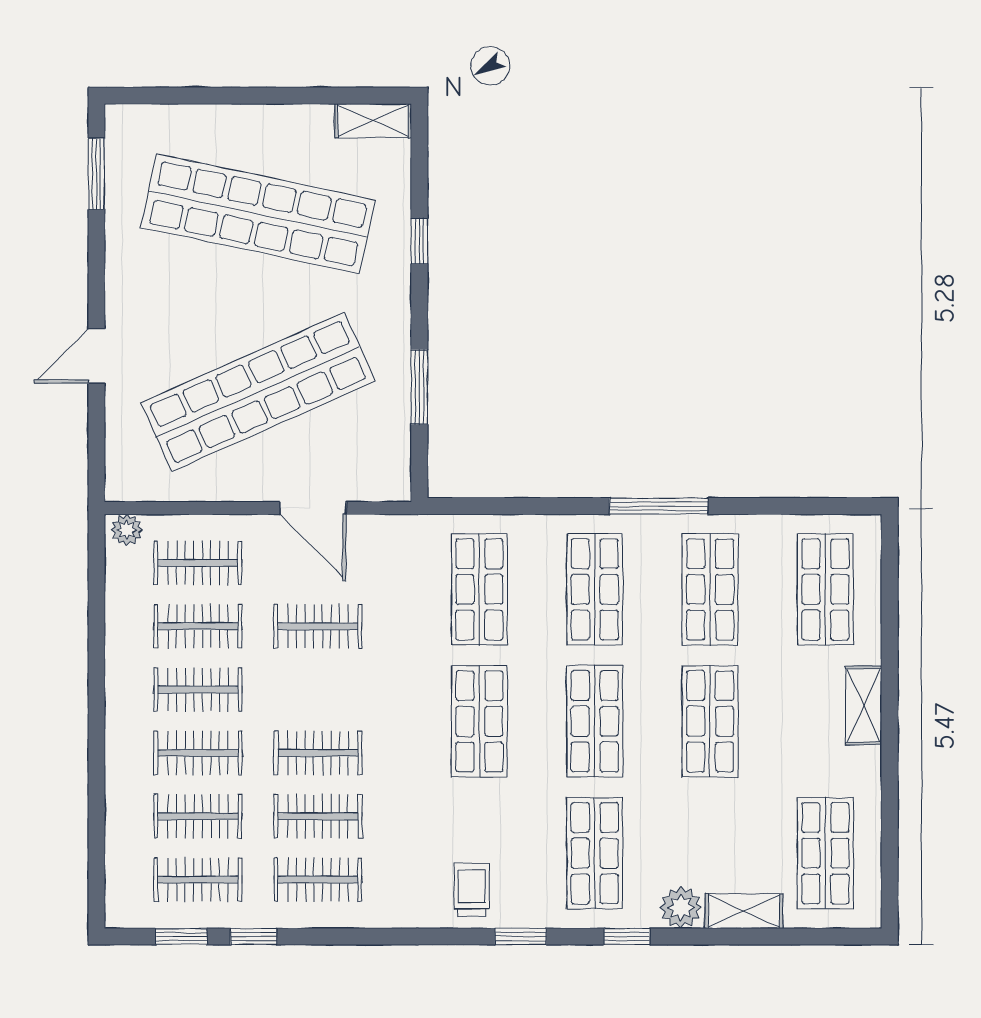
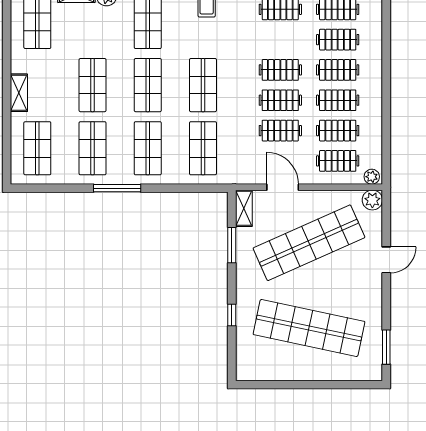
shelving: (373, 121) -> (244, 208), moved, turned 90
plant: (125, 481) -> (372, 200), added
clothes rail: (318, 816) -> (280, 100), moved

